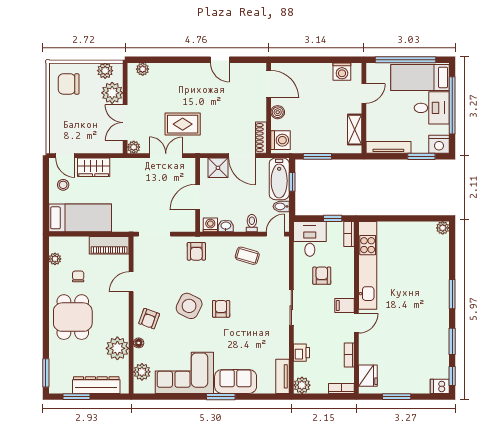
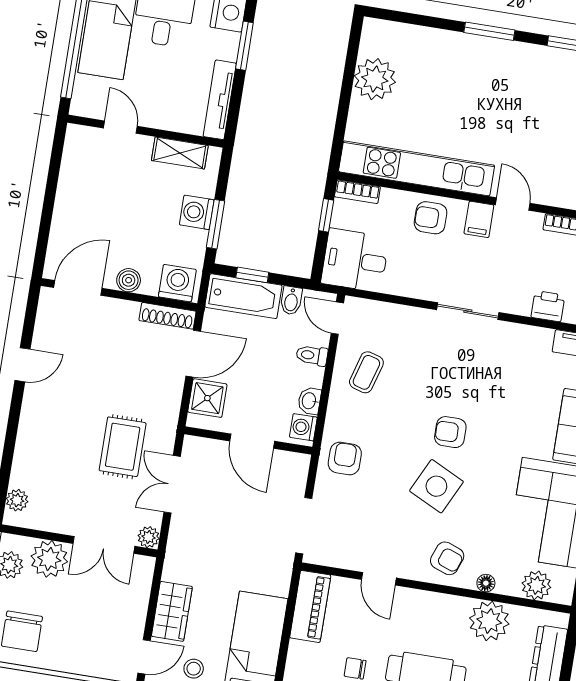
washing machine: (342, 72) -> (197, 212), moved, turned 180
plant: (443, 228) -> (375, 79), moved, width x1.87, depth x1.87
armchair: (196, 251) -> (345, 459), turned -90
armchair: (322, 276) -> (431, 218), moved

